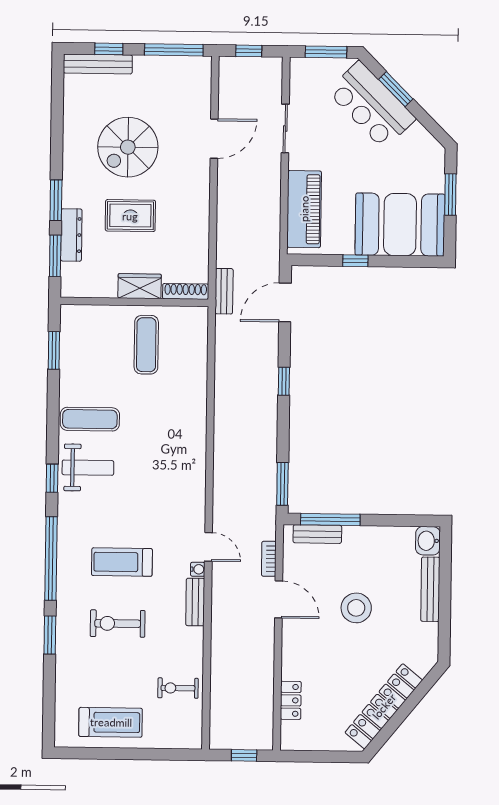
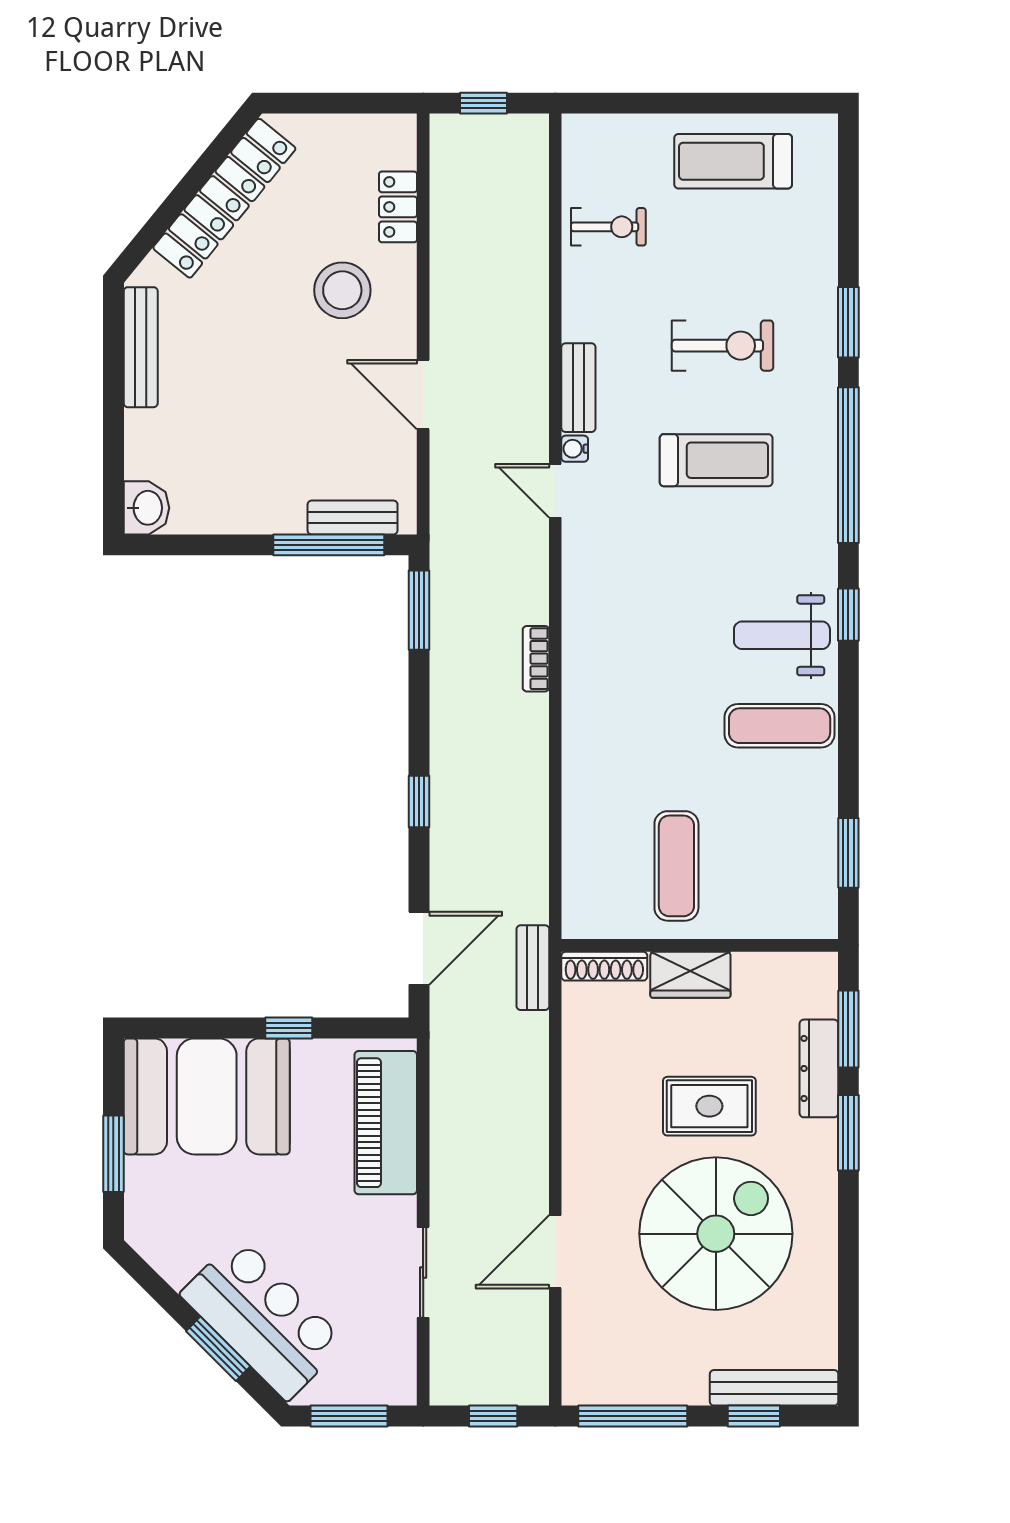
spiral stairs: (128, 147) -> (716, 1234), width x1.37, depth x1.37
bookcase: (269, 559) -> (536, 659), moved, turned 180
bench: (430, 589) -> (141, 347), moved
stool: (356, 608) -> (342, 290), moved

